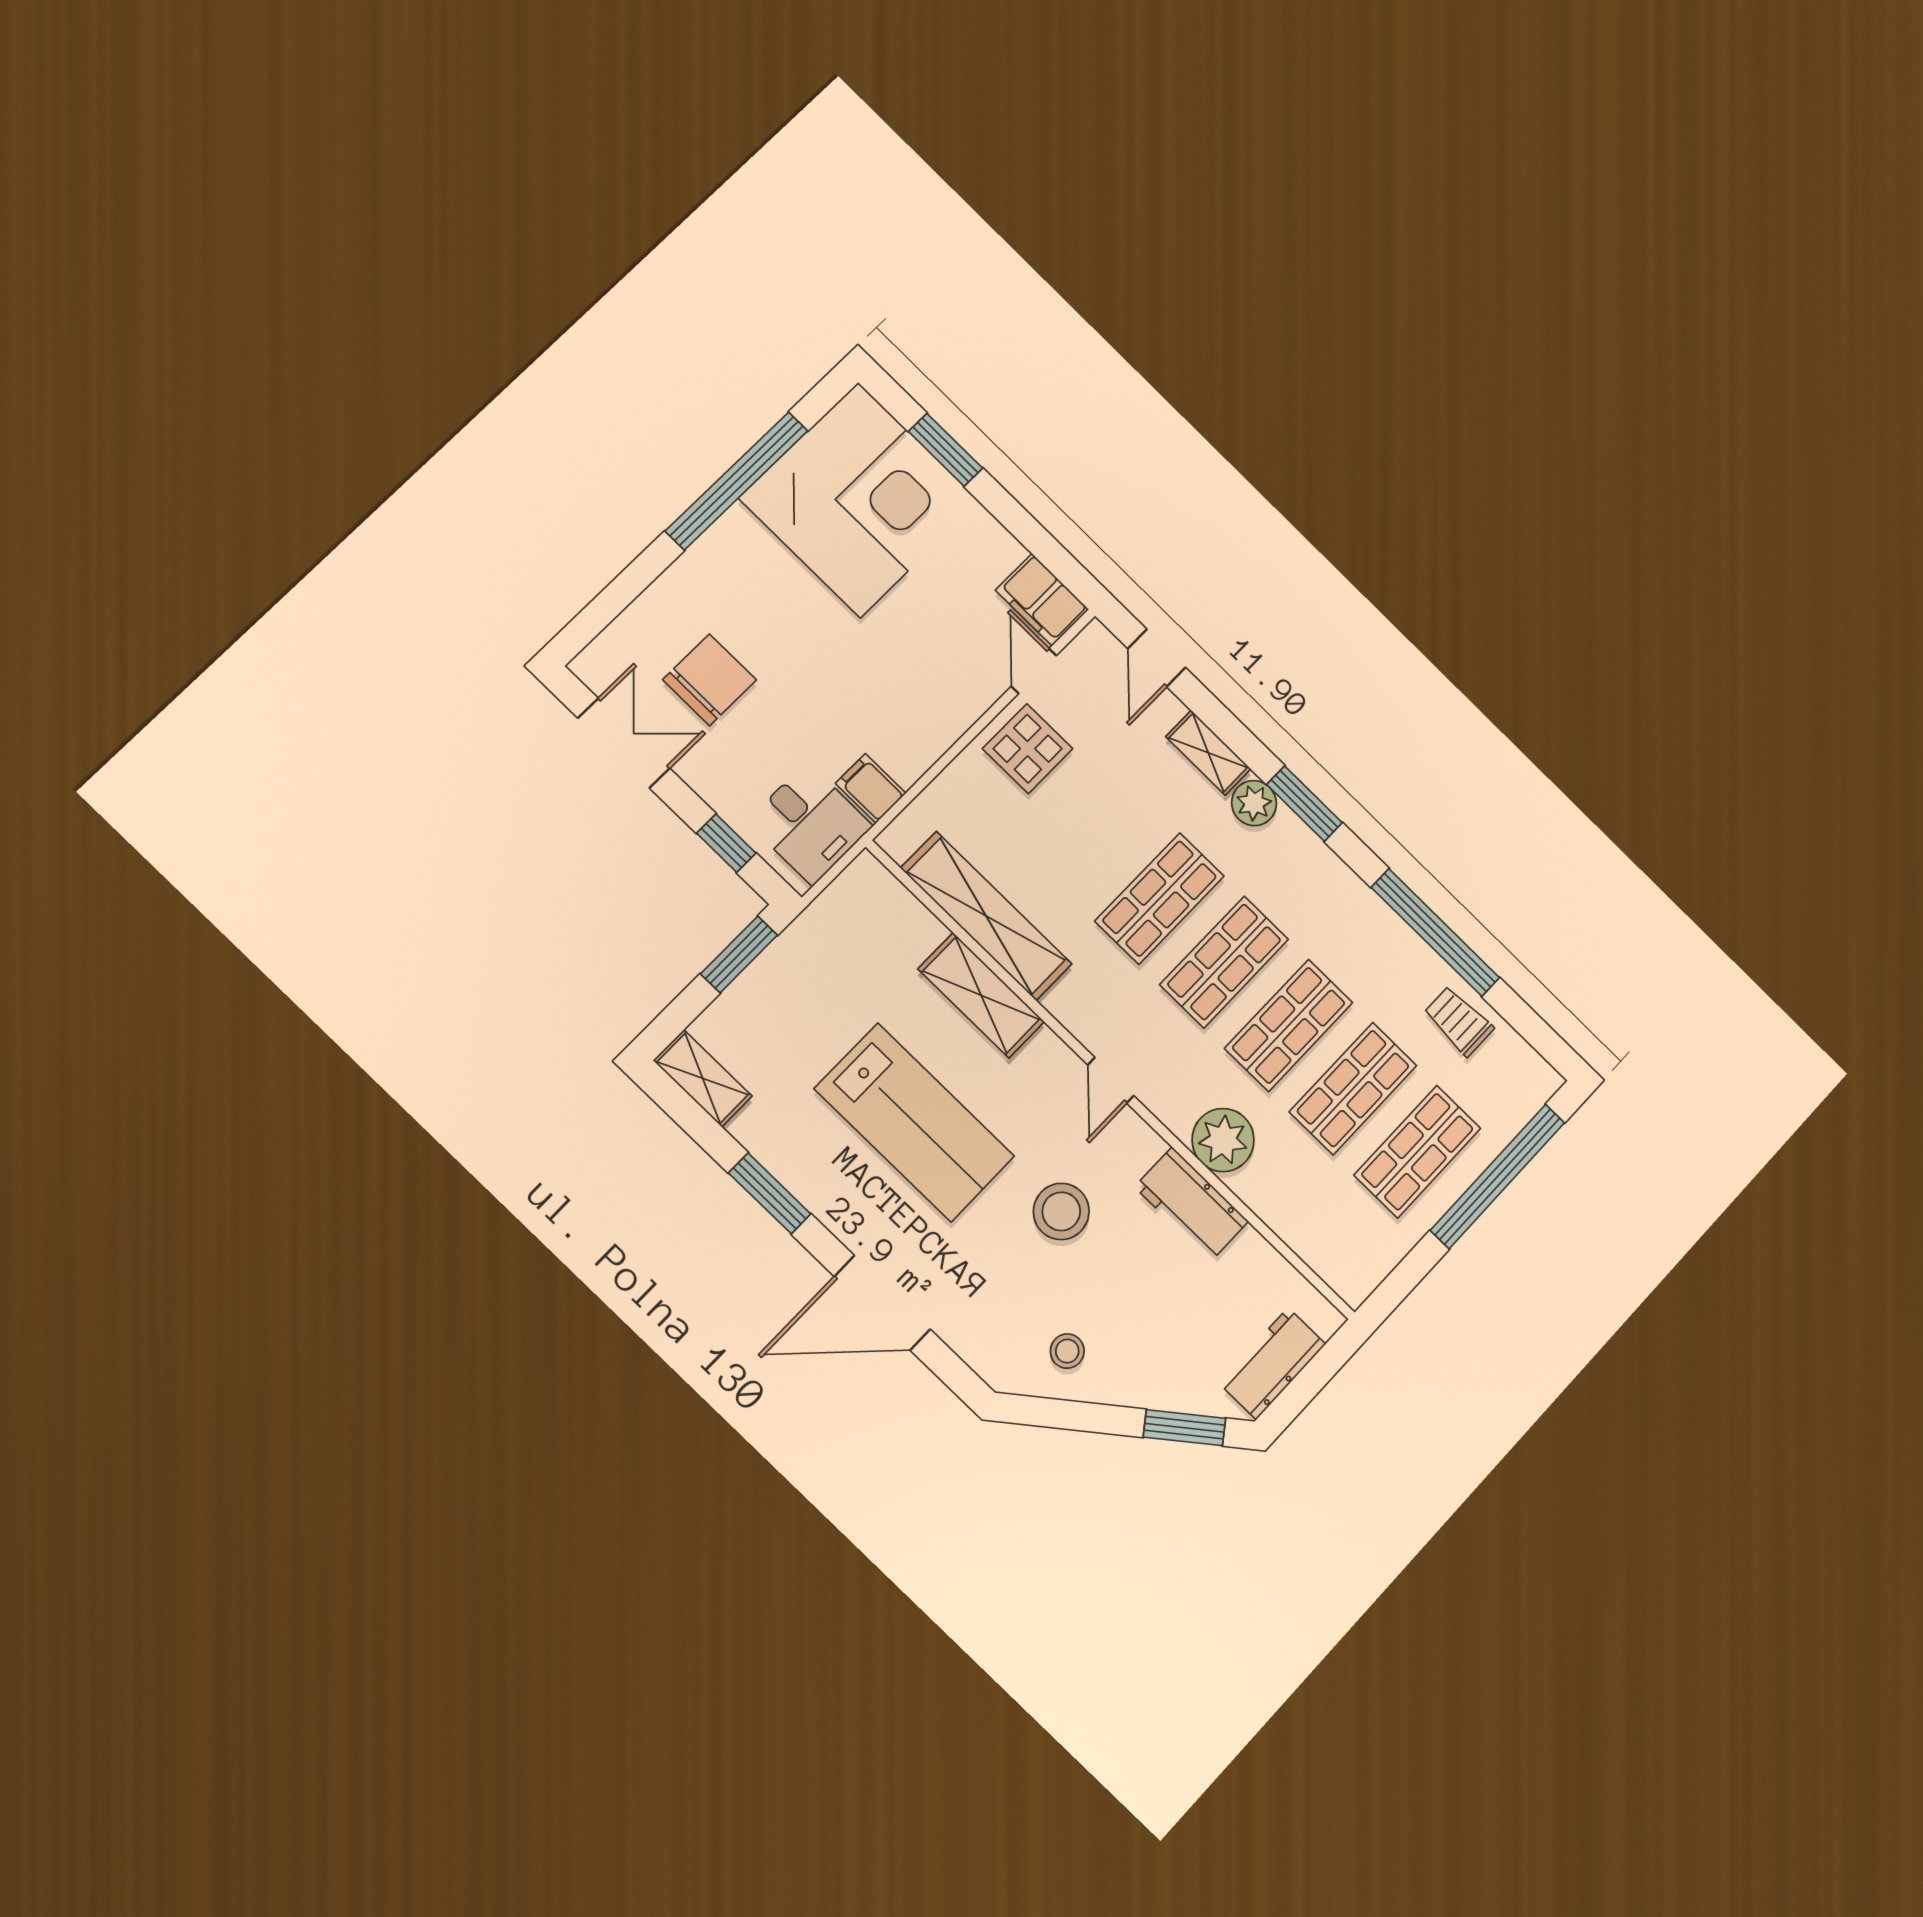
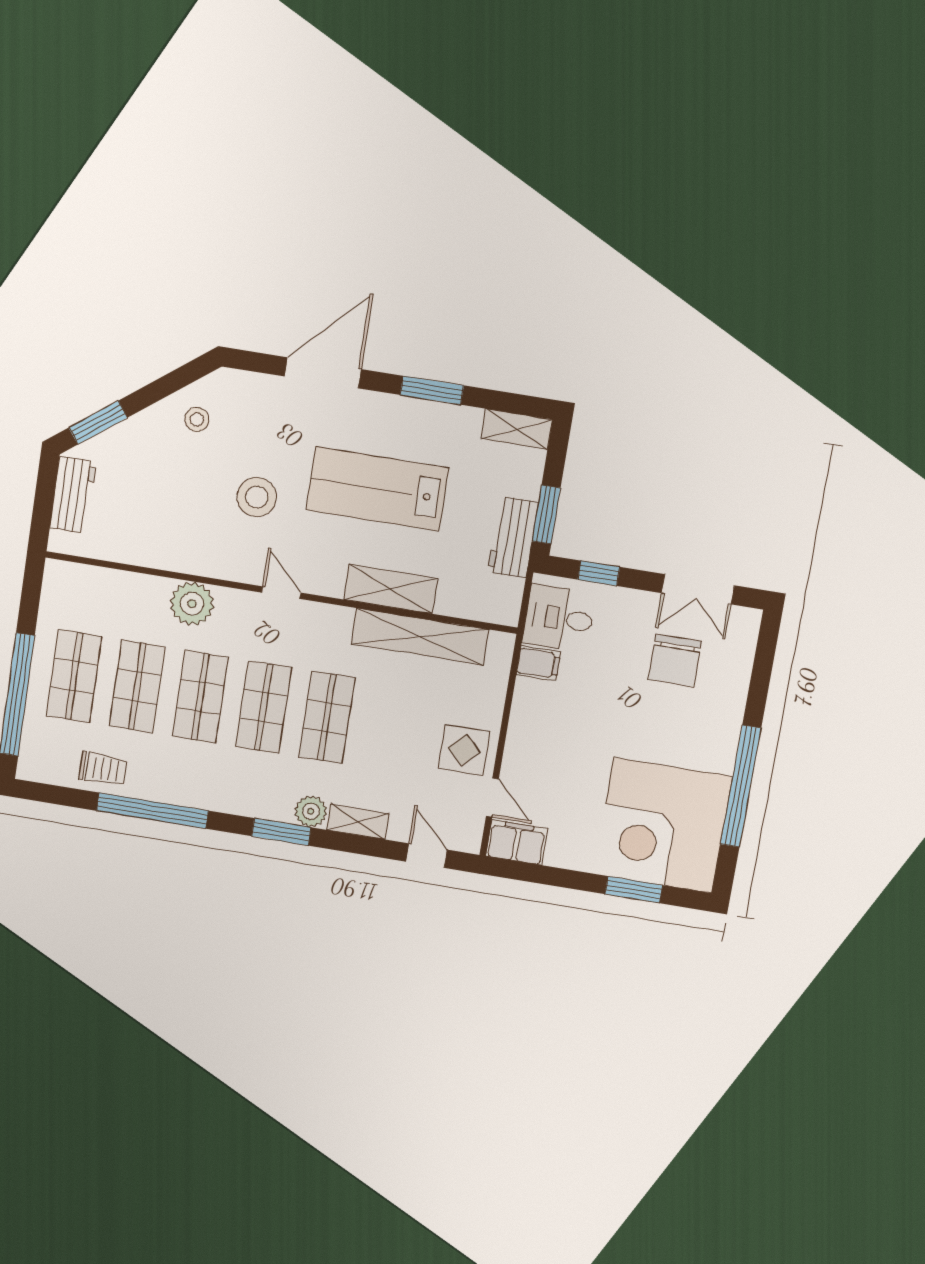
workbench: (1191, 1204) -> (513, 537), moved, turned -90

